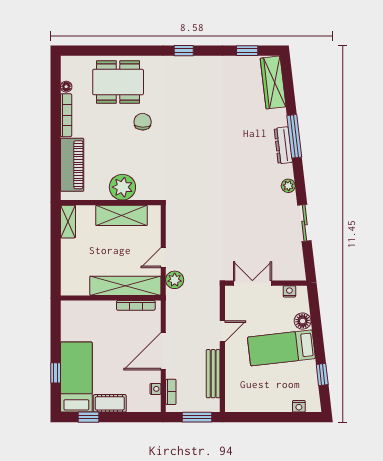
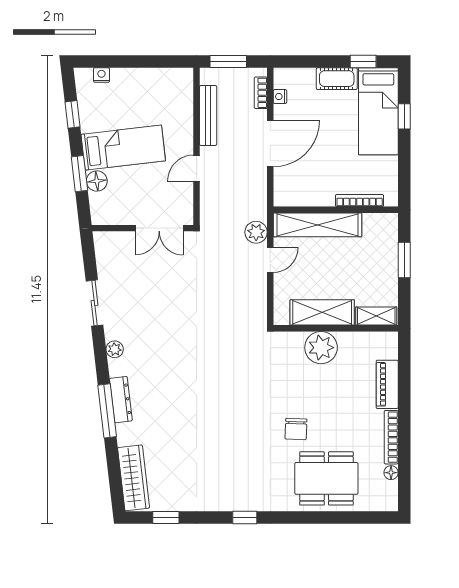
piano: (72, 165) -> (387, 384), width x0.73, depth x0.75
shelving: (68, 222) -> (376, 316), moved, turned 90
window: (56, 258) -> (404, 260), added
nightstand: (289, 291) -> (113, 218), removed
bookcase: (136, 305) -> (360, 200), moved
window: (317, 327) -> (79, 174), added

